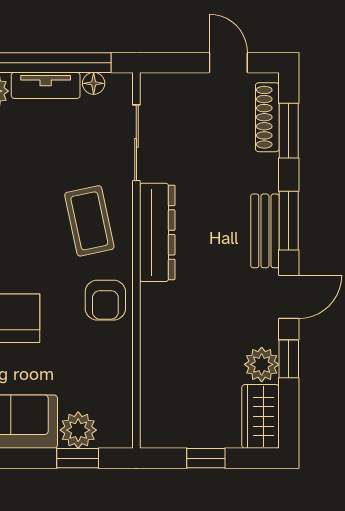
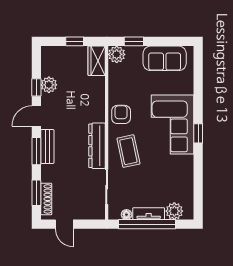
wardrobe: (260, 416) -> (97, 61), moved, turned 180
plant: (78, 430) -> (117, 54), moved

